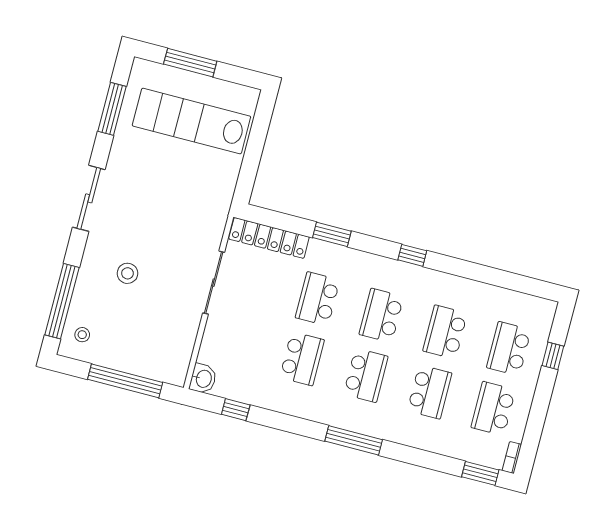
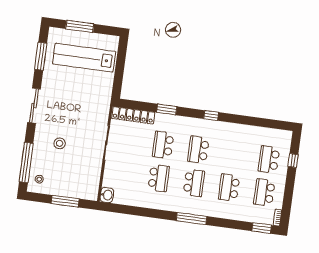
school desk: (445, 332) -> (234, 155), removed
window: (125, 381) -> (65, 201), width x0.68
school desk: (430, 392) -> (229, 188), turned 180
window: (236, 410) -> (126, 210), removed

